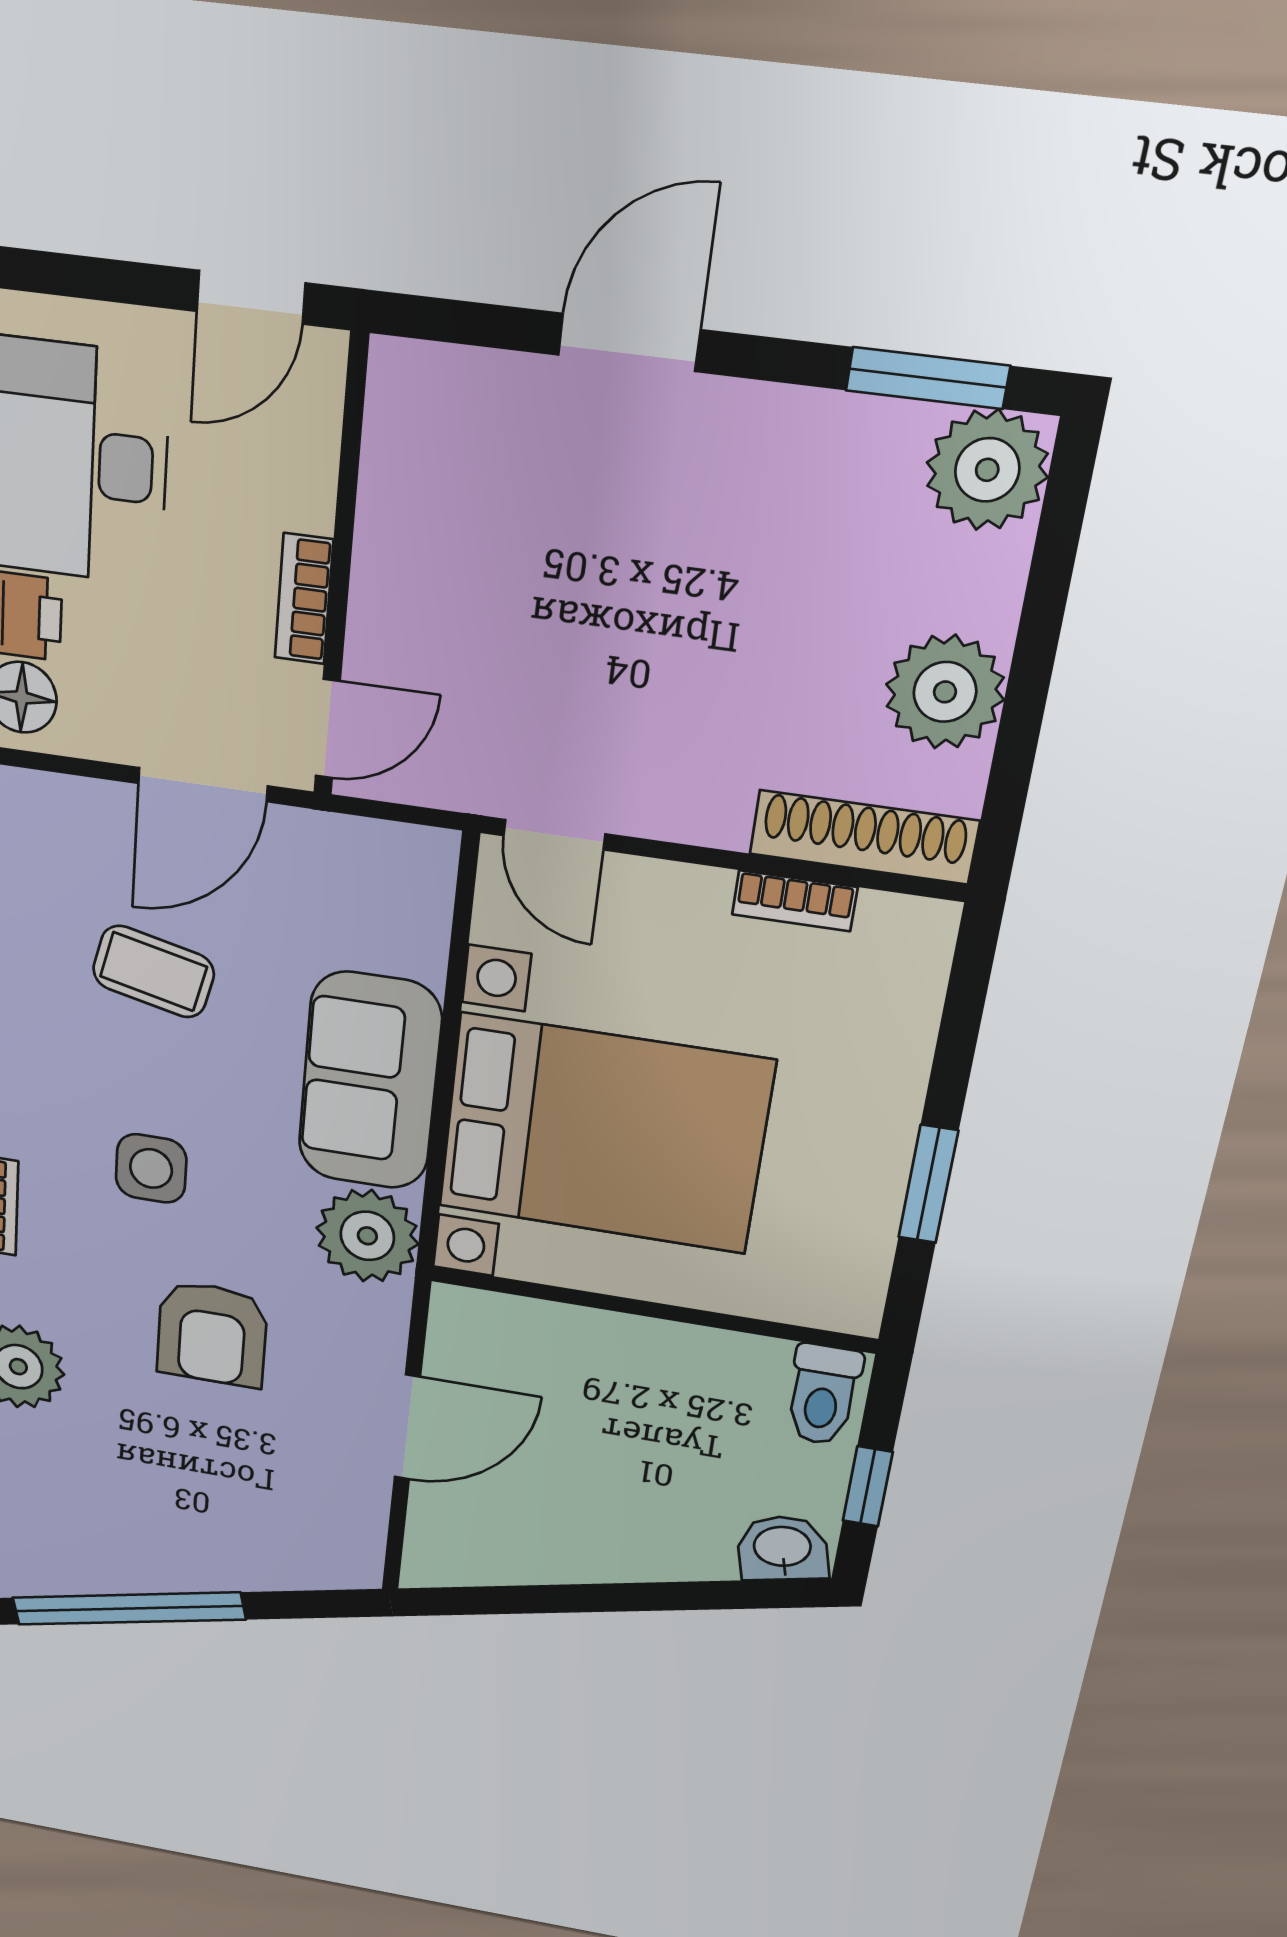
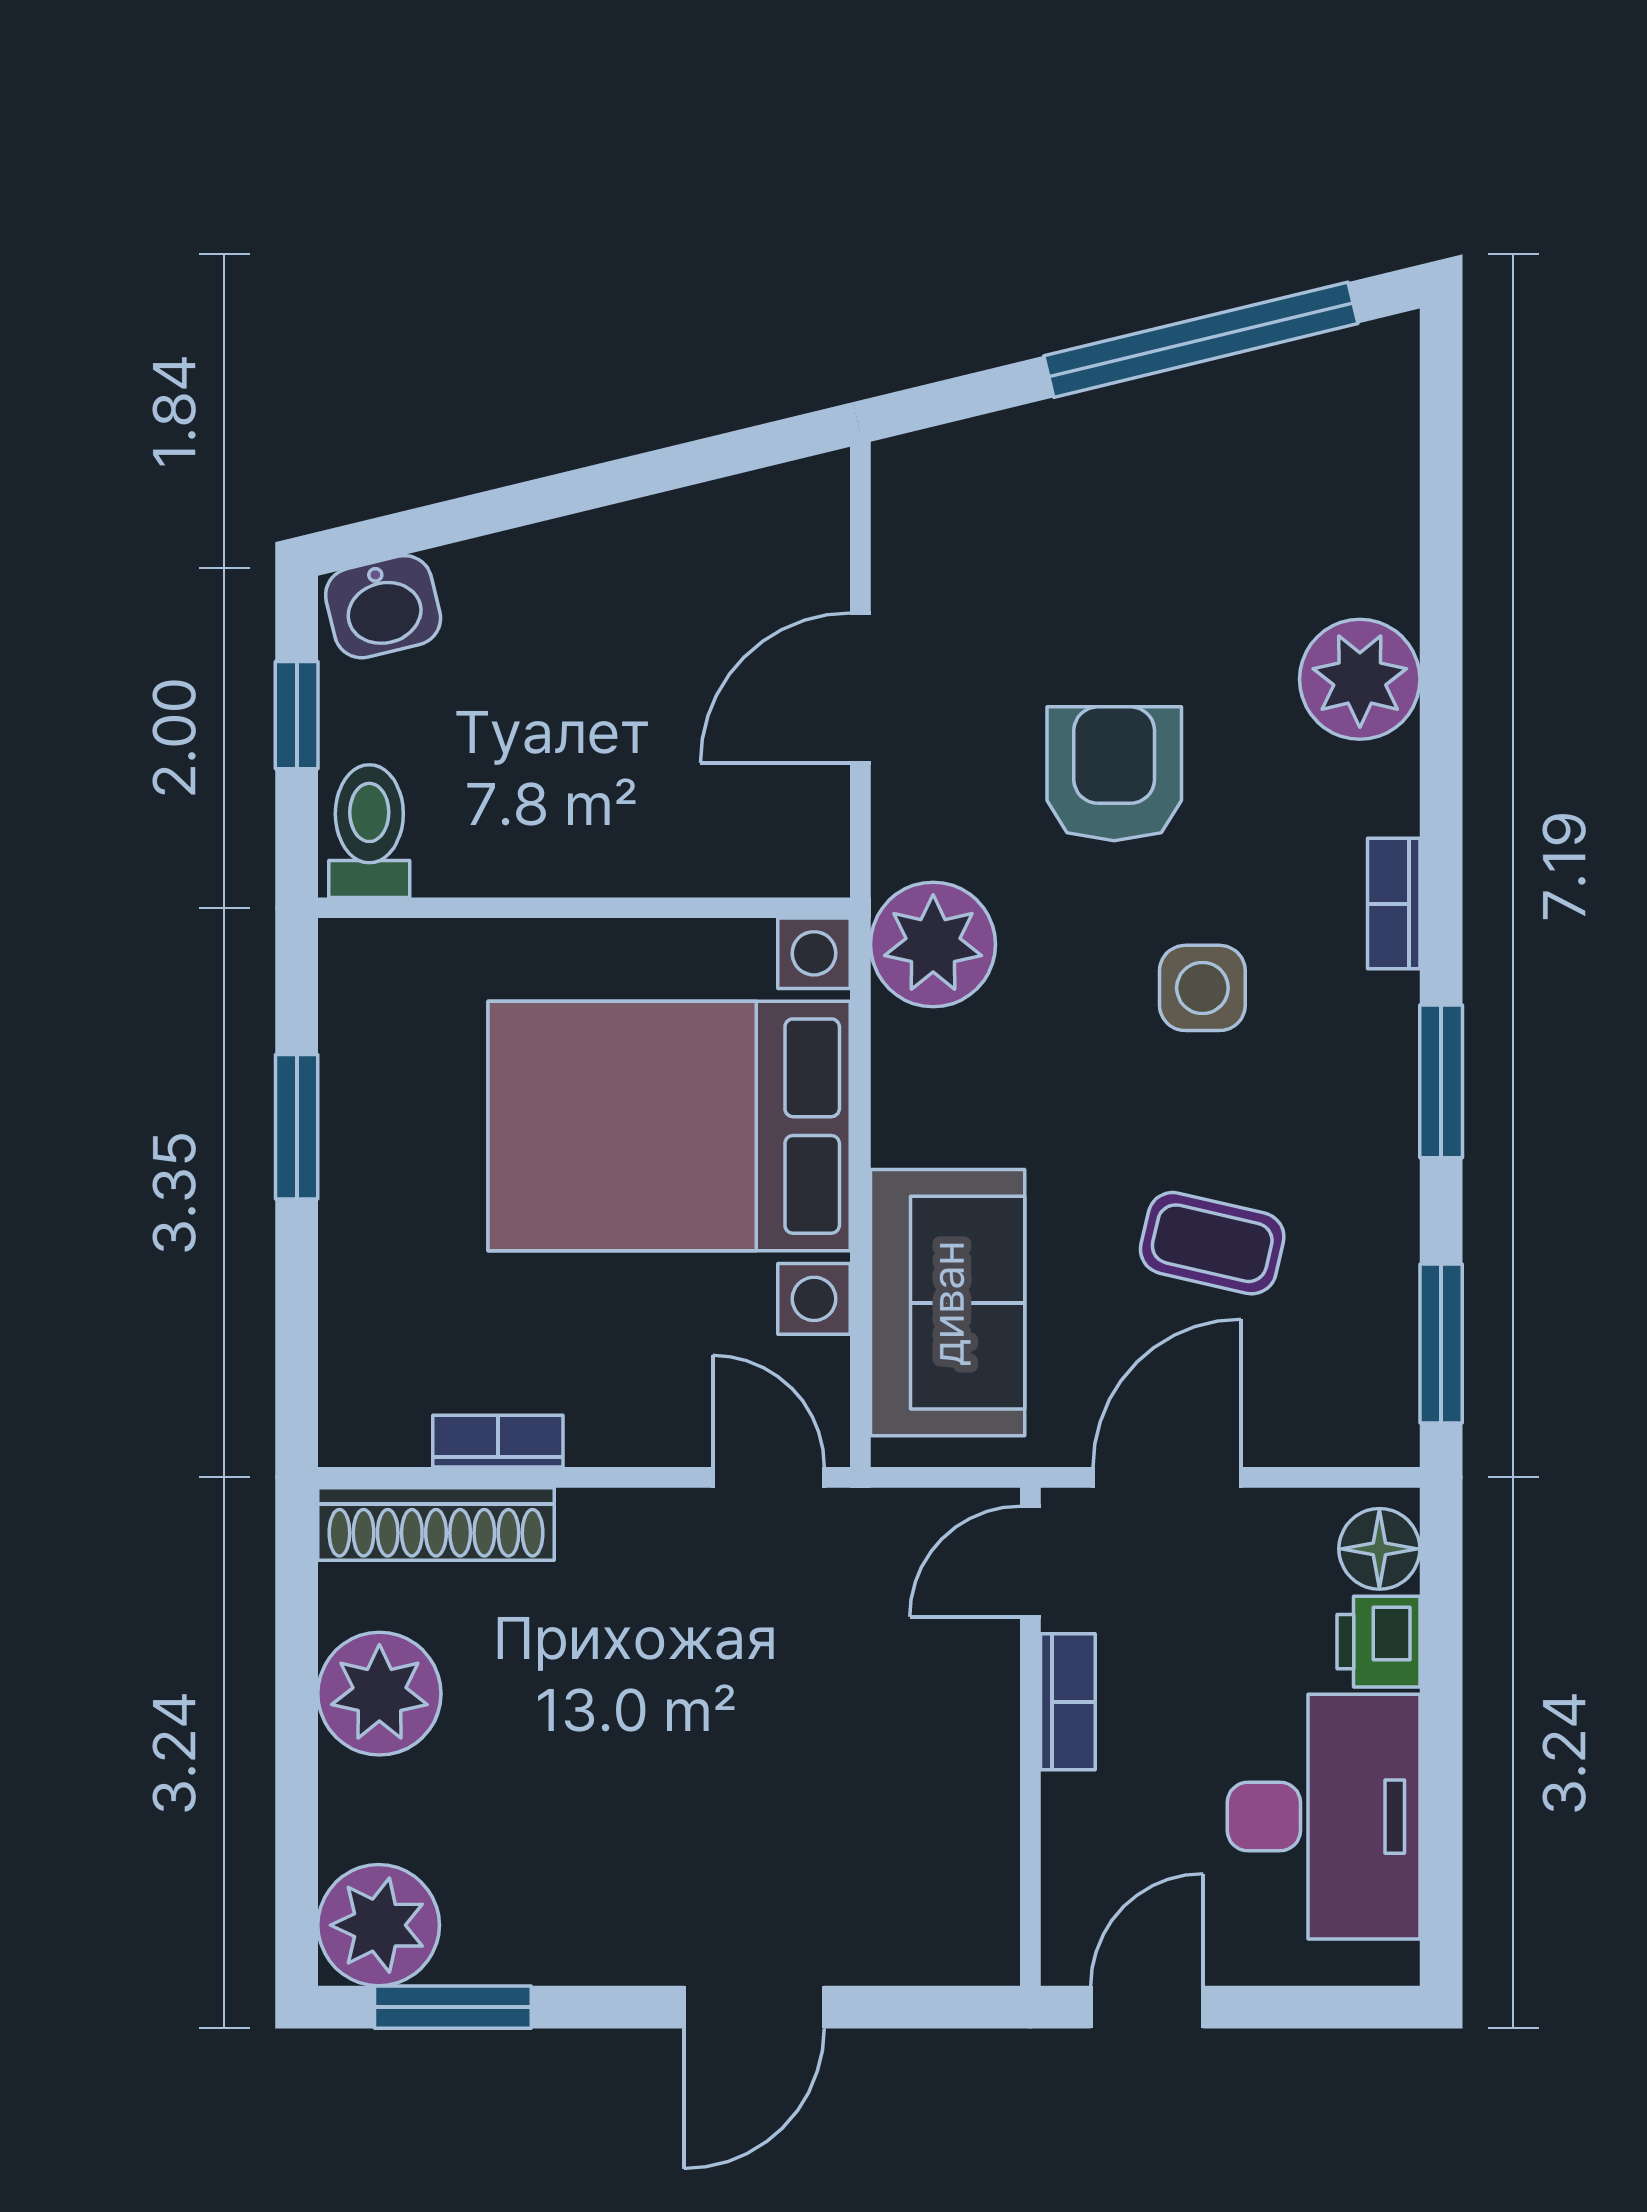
sofa: (370, 1081) -> (948, 1303), moved

